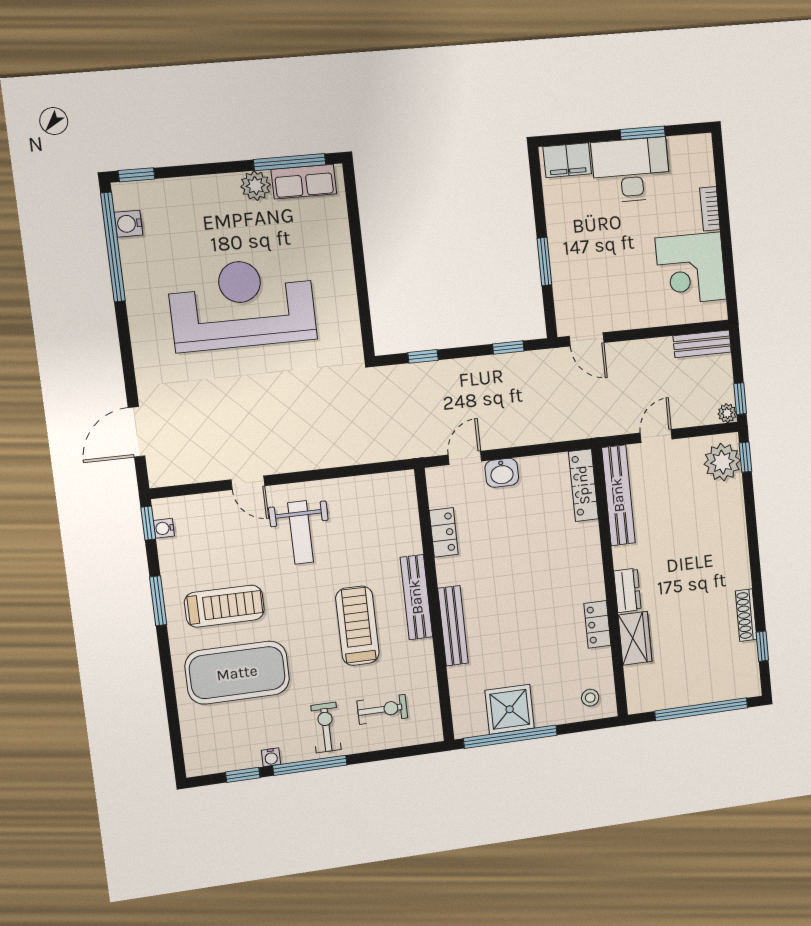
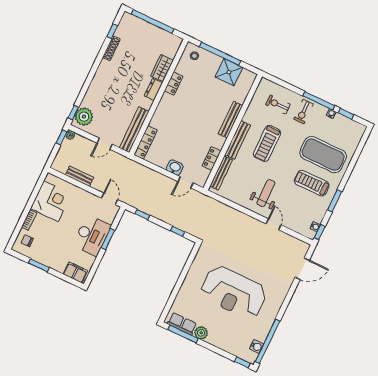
chair: (691, 167) -> (27, 241), added
desk: (631, 170) -> (92, 235), moved, turned -90
bench: (702, 344) -> (80, 176), moved
bench: (409, 517) -> (221, 173), added
window: (510, 737) -> (220, 54), moved

